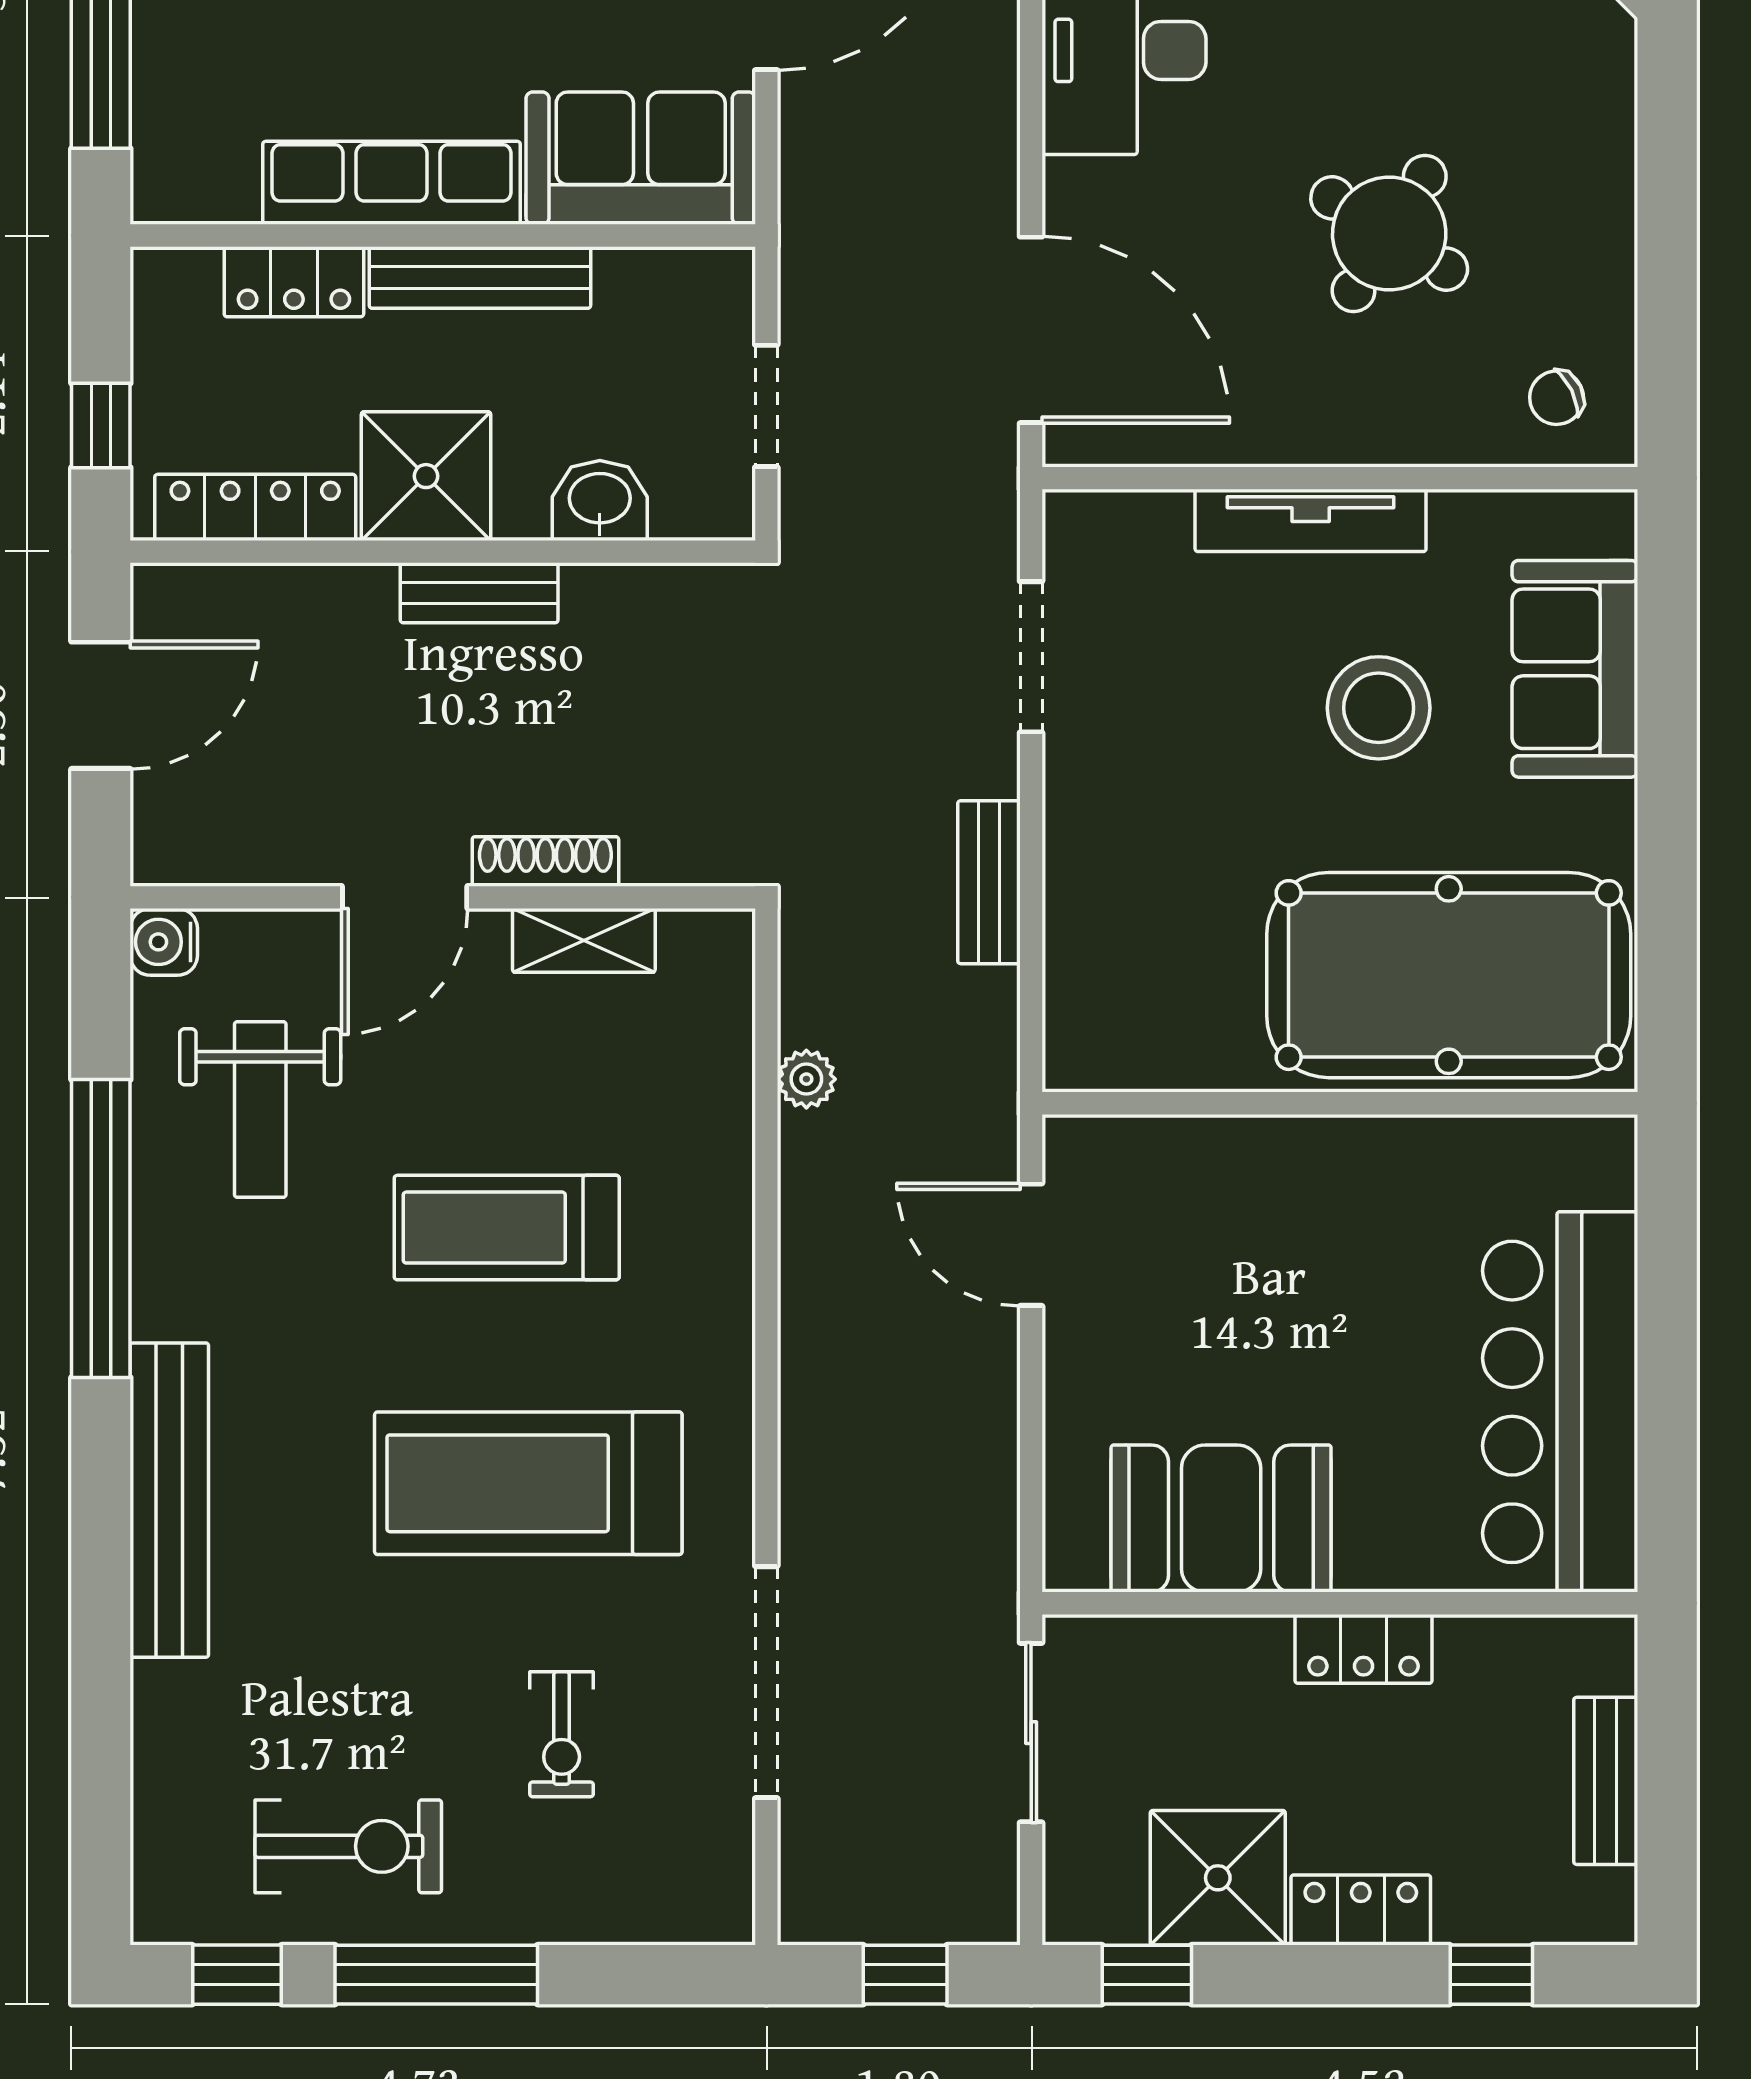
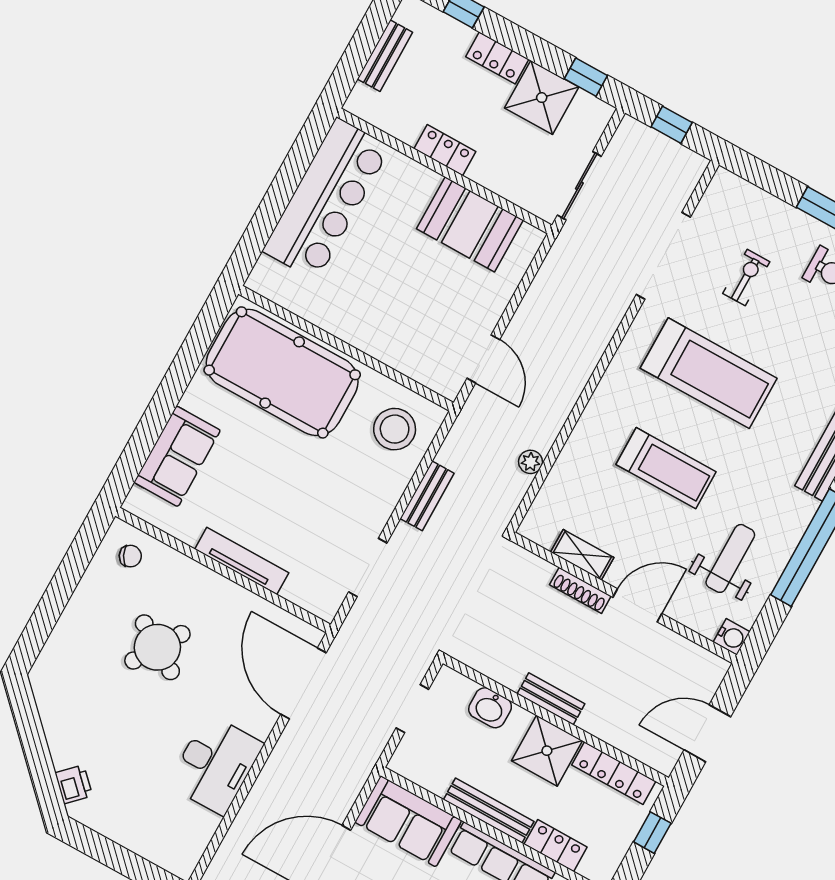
stool: (1379, 708) -> (395, 429), moved

